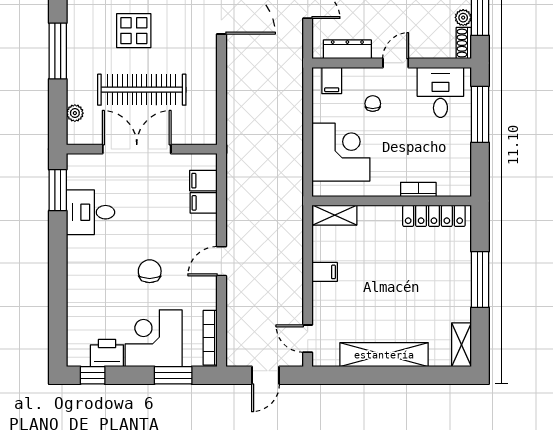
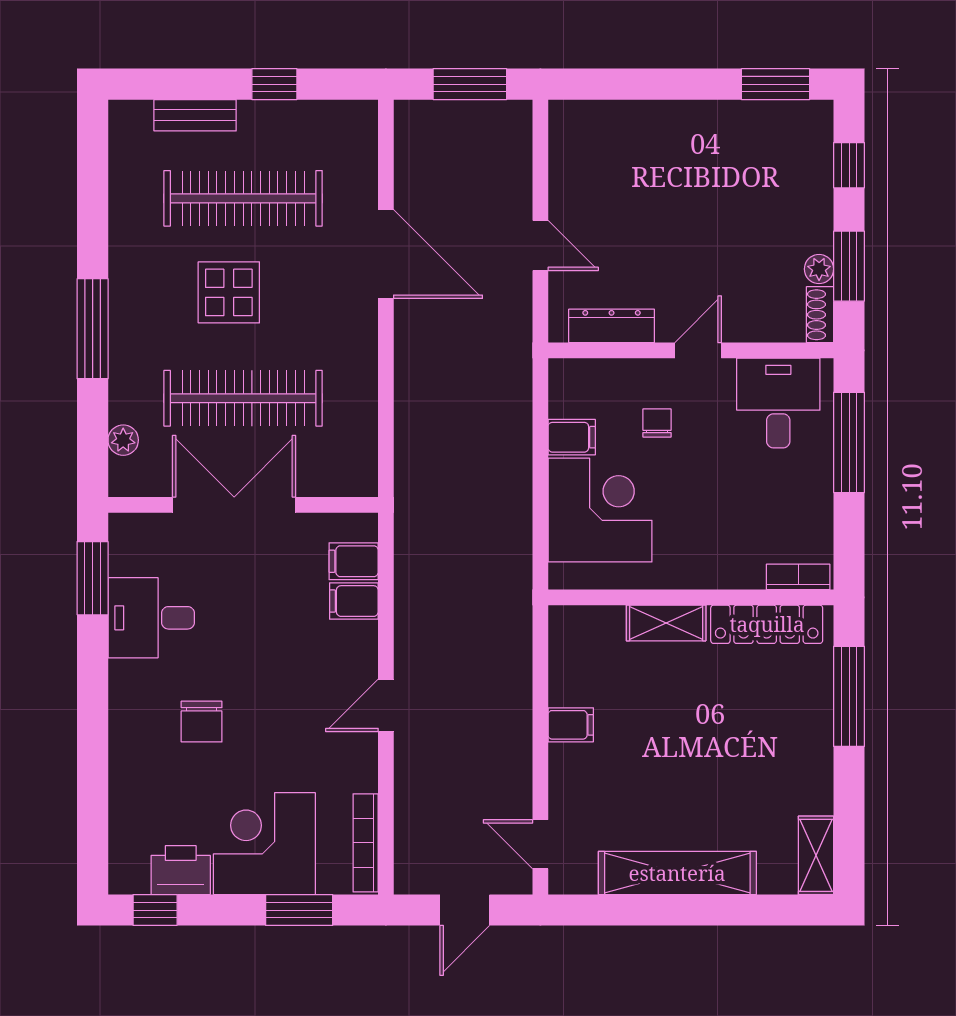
filing cabinet: (332, 81) -> (572, 437), moved, turned -90
bookcase: (418, 189) -> (798, 577), moved
shelving: (335, 215) -> (666, 623), moved
chair: (150, 271) -> (202, 722), moved, turned 180
window: (480, 280) -> (849, 696), moved

